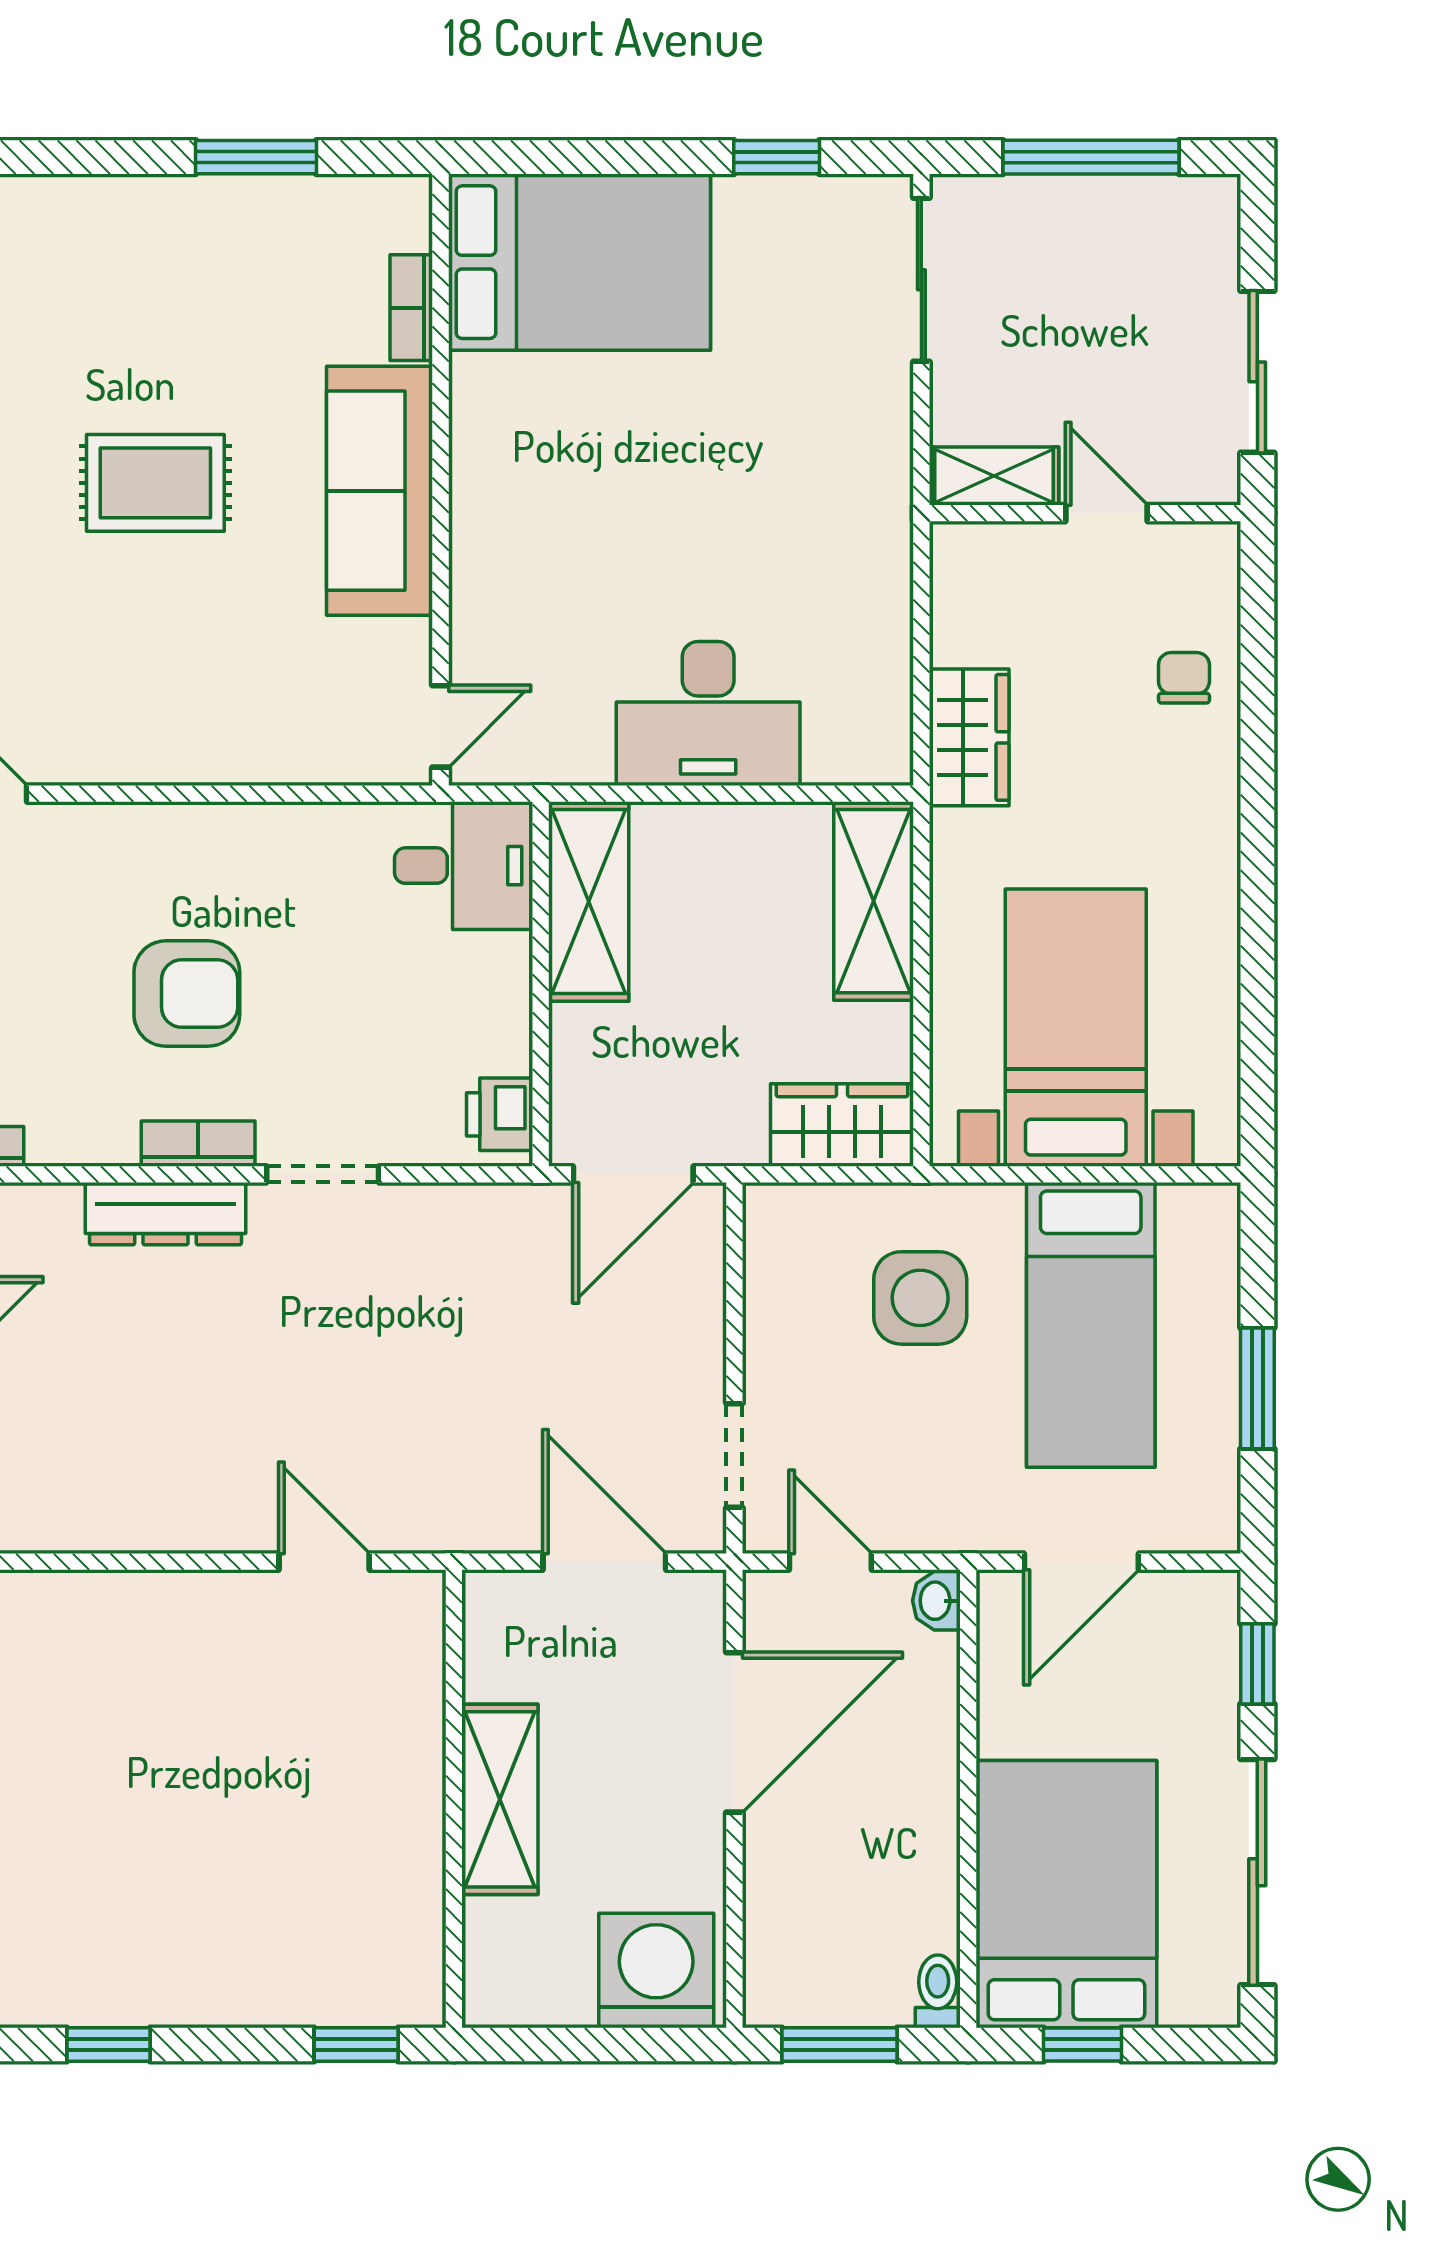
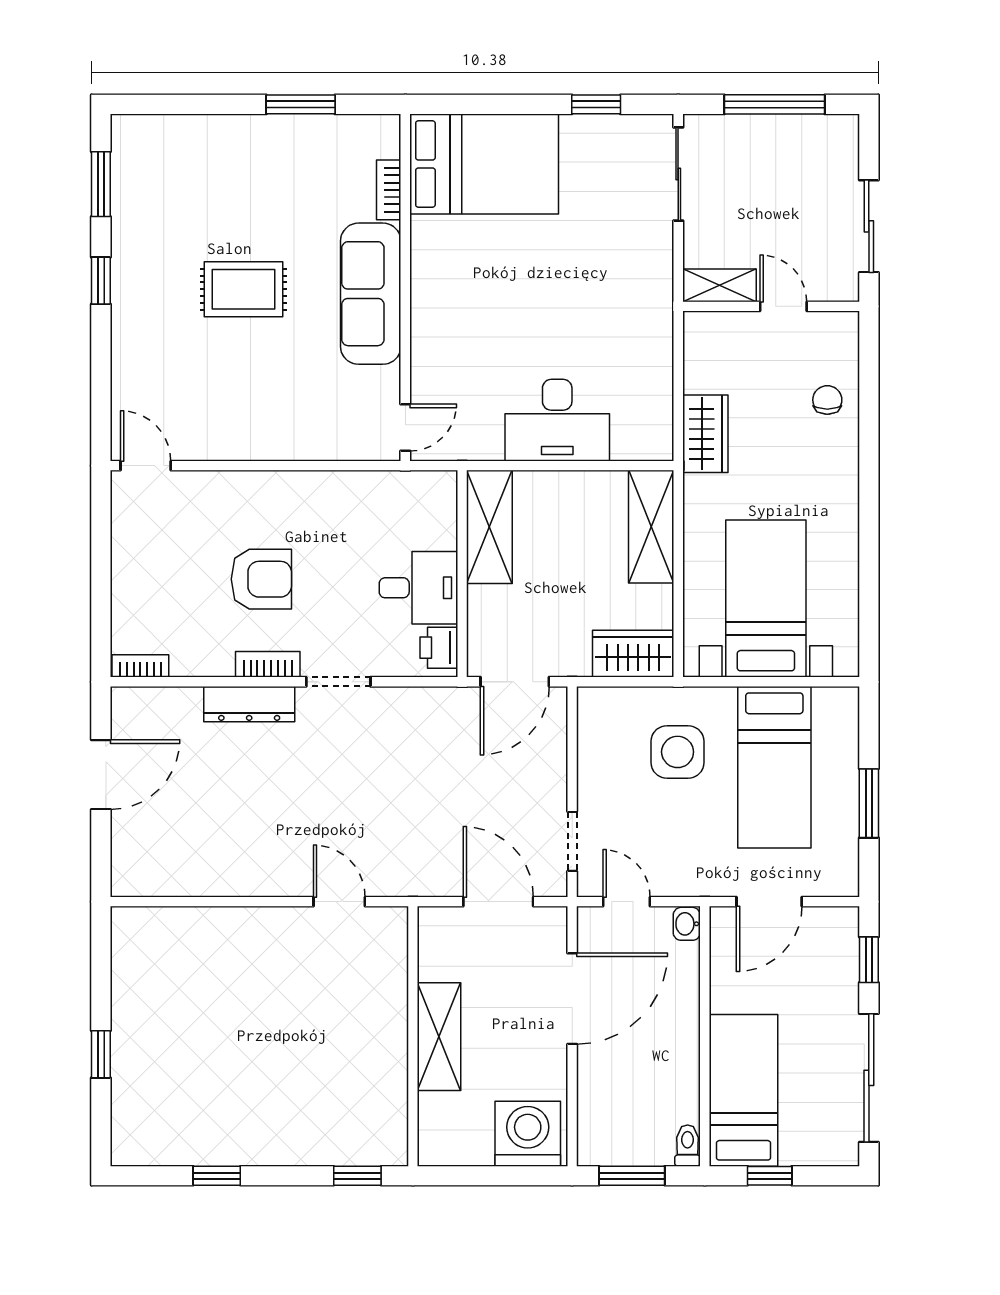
desk: (464, 866) -> (418, 588), moved
bed: (1066, 1894) -> (743, 1090), width x0.67

